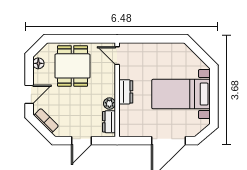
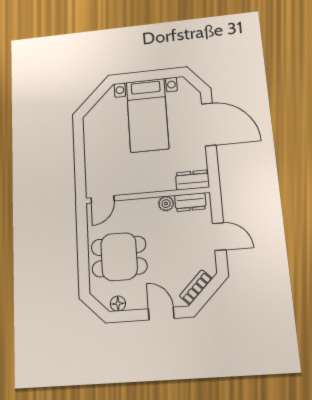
dresser: (126, 92) -> (192, 180), moved

